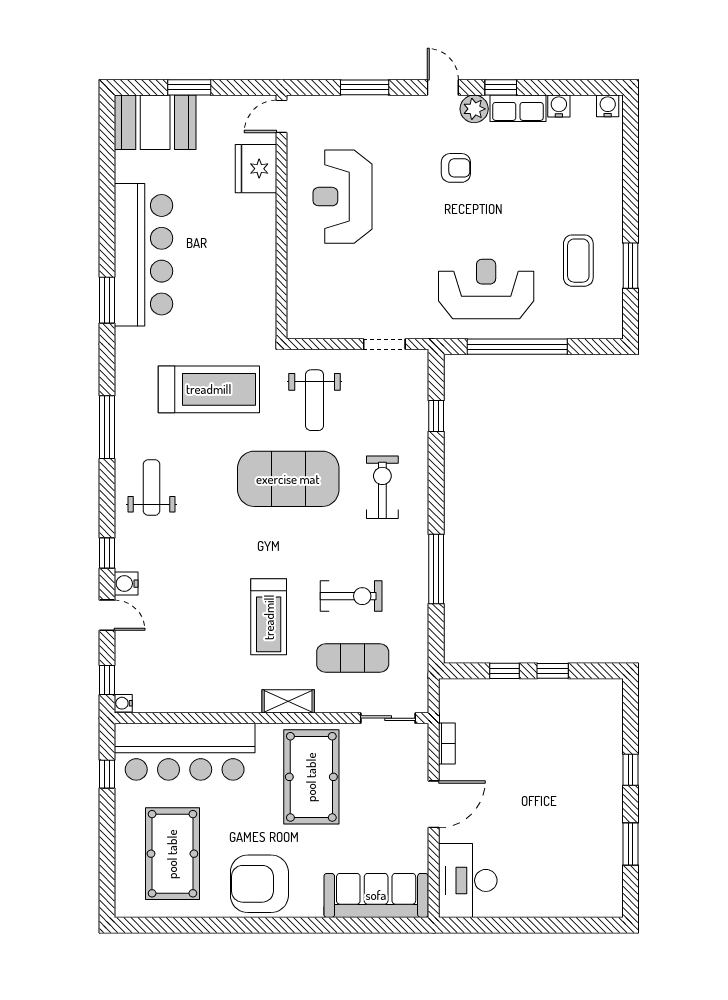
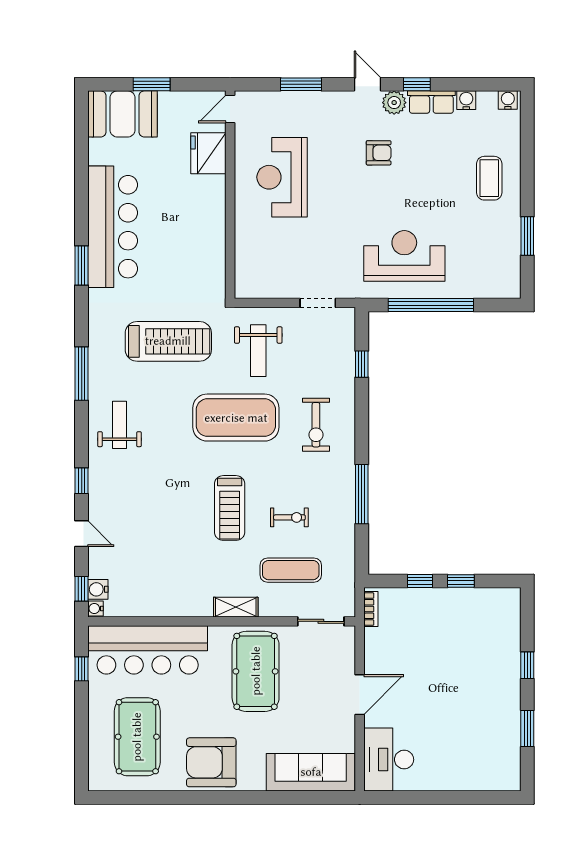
coffee table: (578, 261) -> (489, 178), moved
exercise bike: (382, 487) -> (316, 425), turned 180
water cooler: (126, 584) -> (98, 589), moved
exercise bike: (351, 596) -> (289, 517), width x0.73, depth x0.72
treadmill: (269, 617) -> (230, 508), moved
bookcase: (447, 744) -> (371, 609), moved

